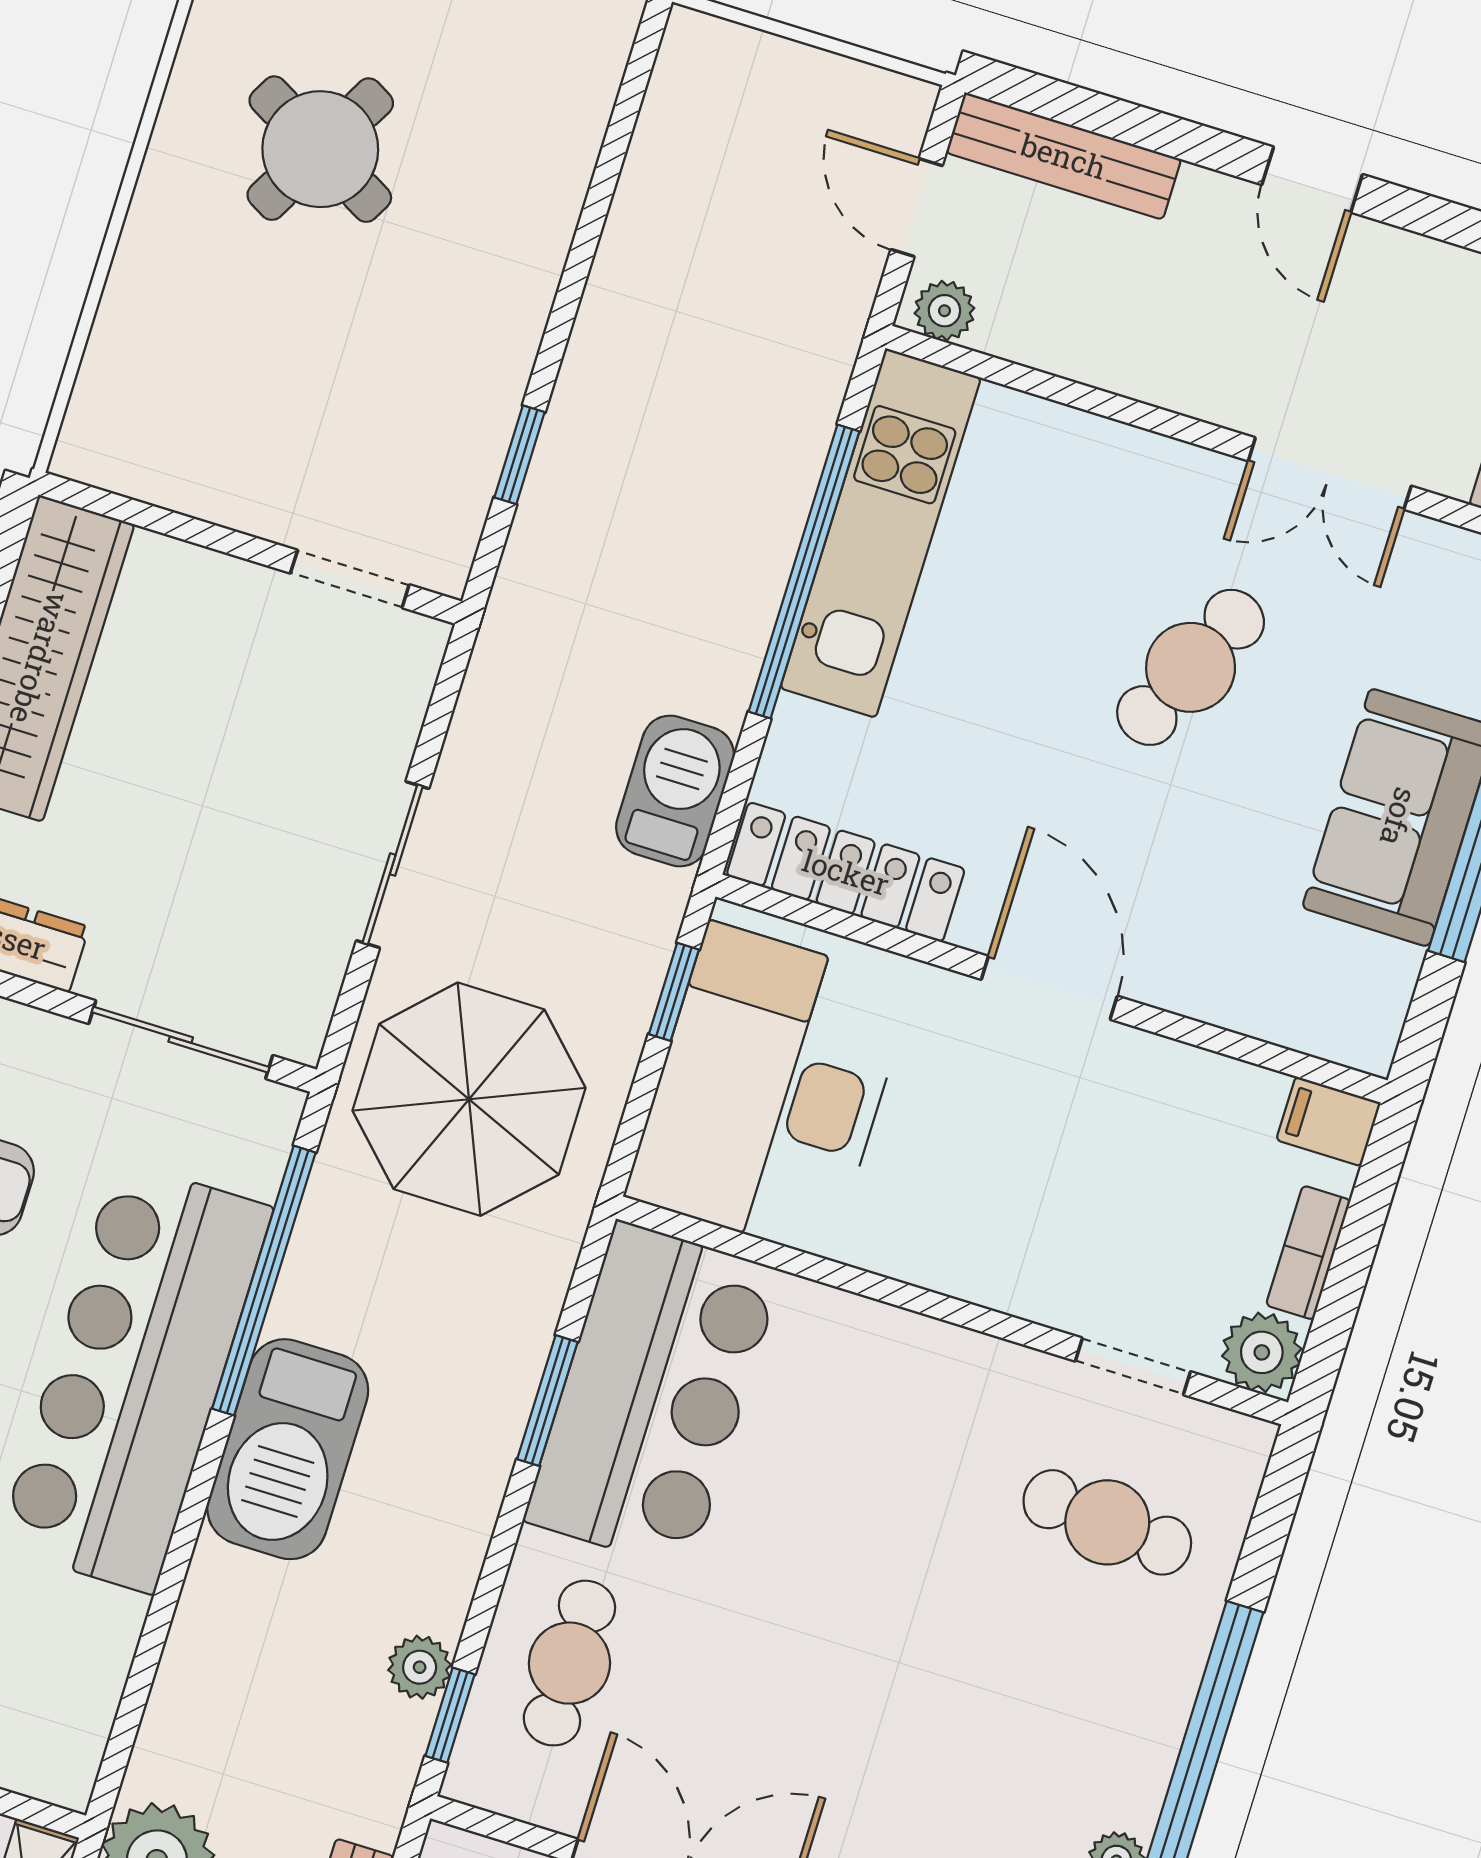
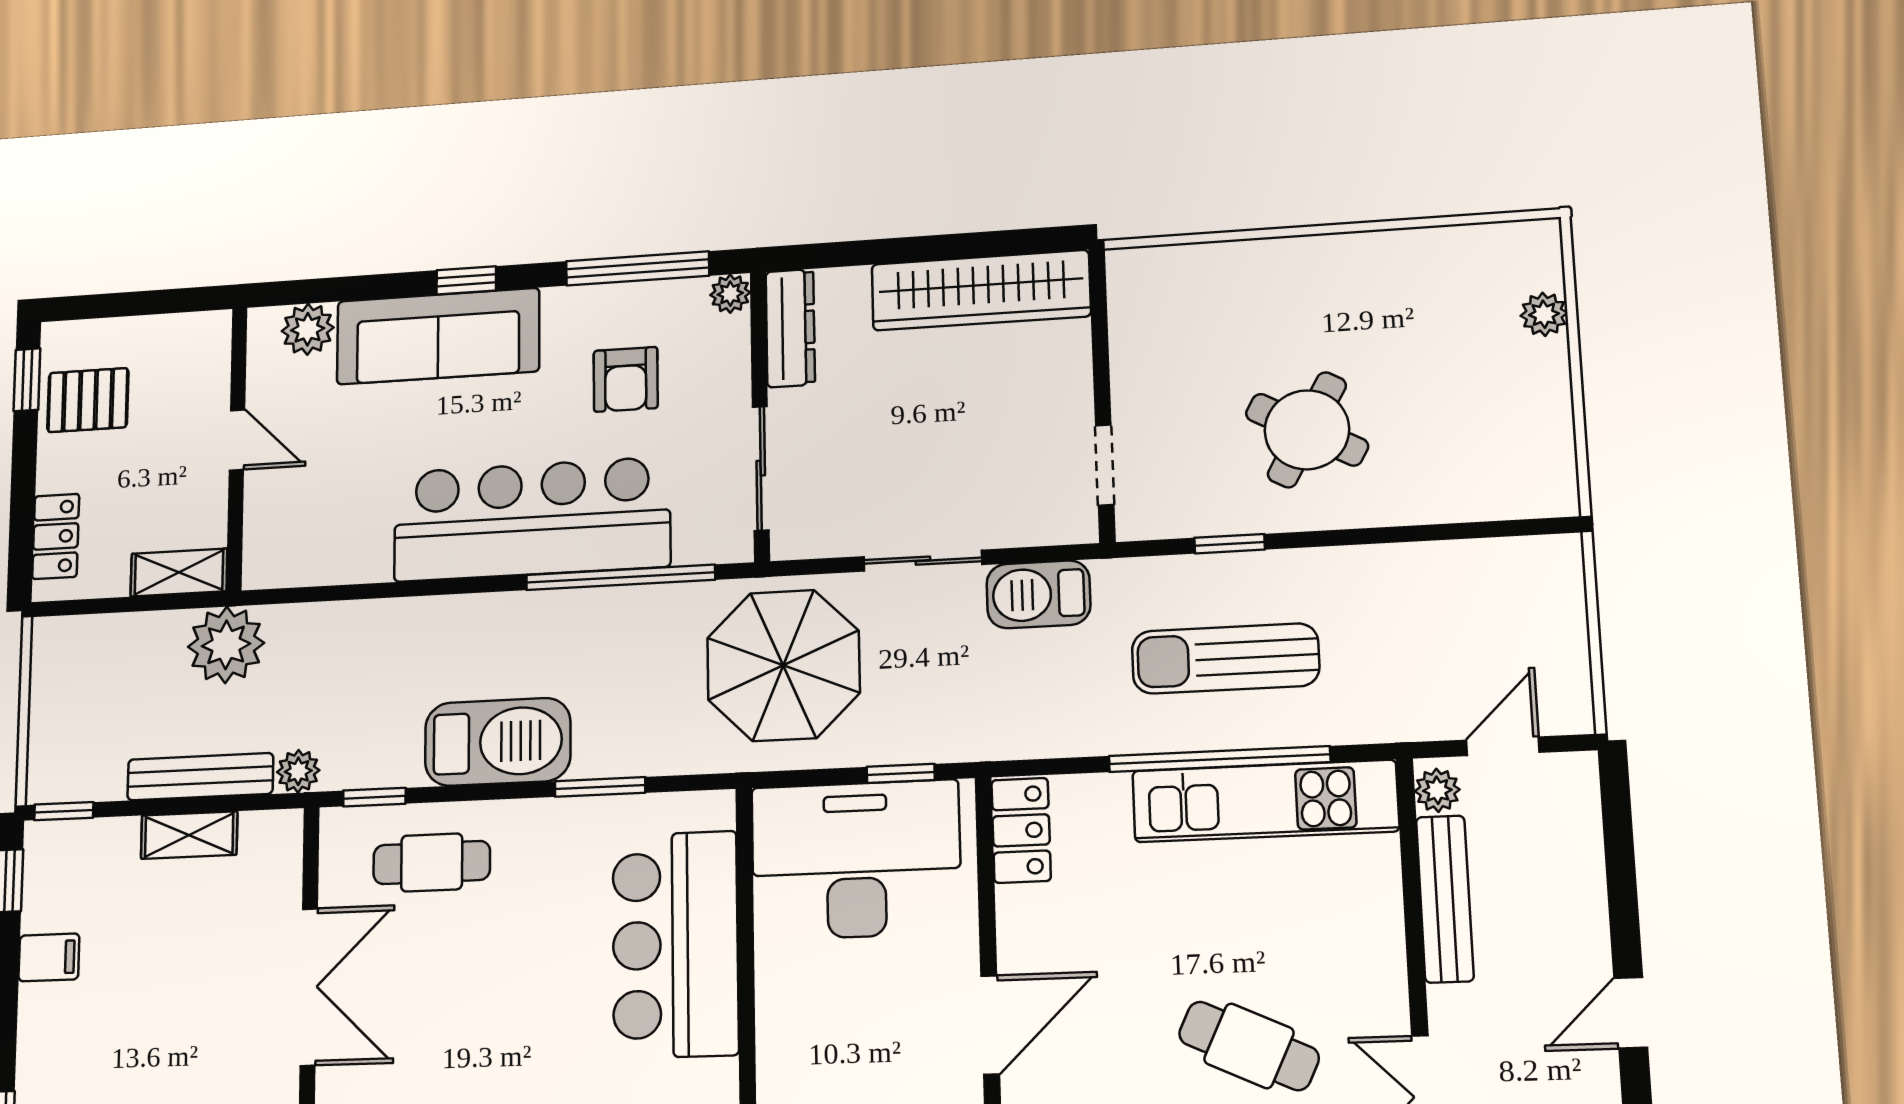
round table: (320, 149) -> (1307, 430), moved
bench: (1064, 156) -> (1445, 899), moved
sun lounger: (673, 516) -> (1225, 659), added
barbecue: (675, 791) -> (1038, 594), moved, turned 180
locker: (846, 872) -> (1021, 830), width x0.66
bar counter: (653, 1396) -> (675, 944), moved, turned 90
barbecue: (288, 1449) -> (498, 742), moved, turned 180
plant: (420, 1667) -> (298, 771), moved

